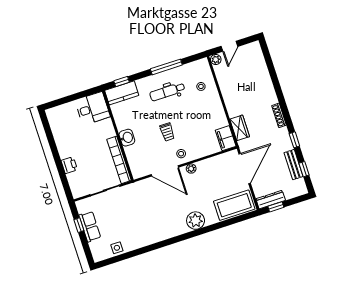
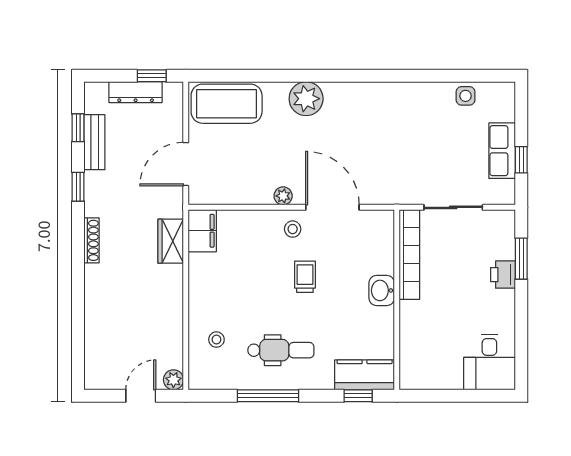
desk: (92, 108) -> (489, 362), moved, turned -90
door: (245, 169) -> (186, 164), width x0.73
window: (63, 176) -> (521, 259), added
dresser: (271, 200) -> (136, 92), moved

